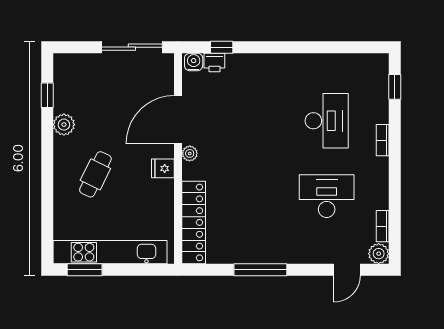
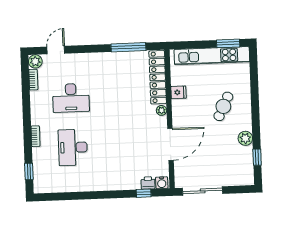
plant: (190, 153) -> (162, 110), moved
fridge: (163, 168) -> (178, 92), moved
window: (260, 270) -> (128, 47), moved

